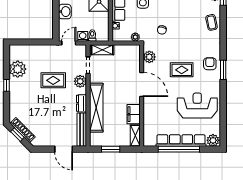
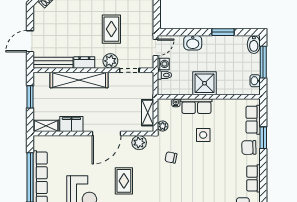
door: (69, 43) -> (156, 47), hinge flipped
shelving: (102, 50) -> (148, 113), moved

